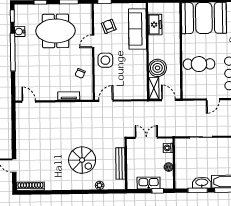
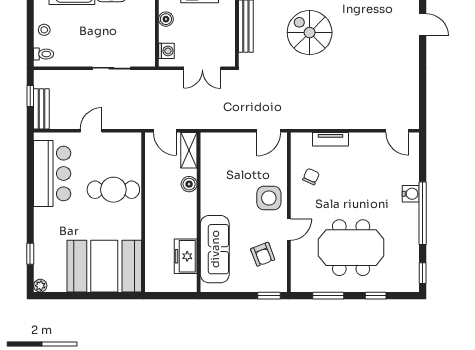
water cooler: (20, 32) -> (411, 194), moved
boiler: (158, 68) -> (189, 184), width x0.54, depth x0.54

